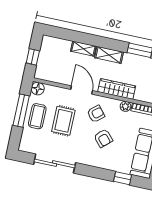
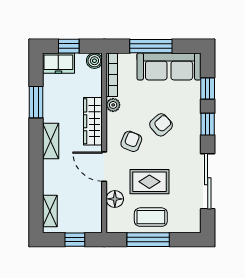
shelving: (83, 49) -> (50, 211), moved
floor lamp: (38, 89) -> (115, 199), moved
door: (82, 90) -> (104, 167), hinge flipped
armchair: (96, 114) -> (131, 141), turned 62
window: (96, 173) -> (208, 124), added

